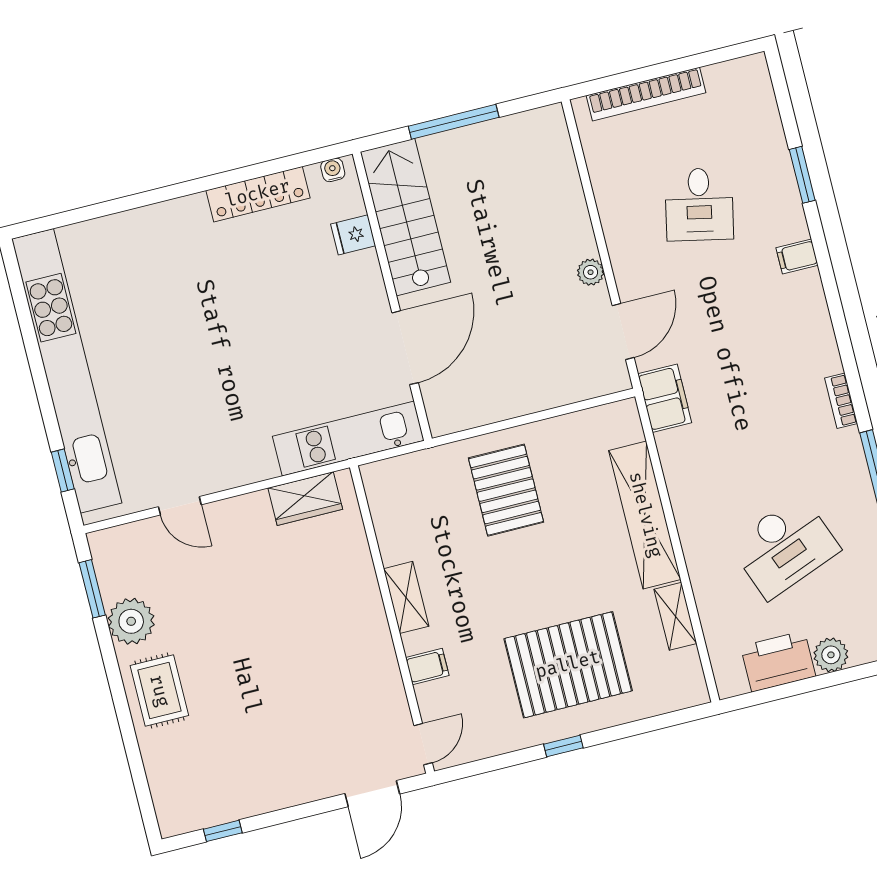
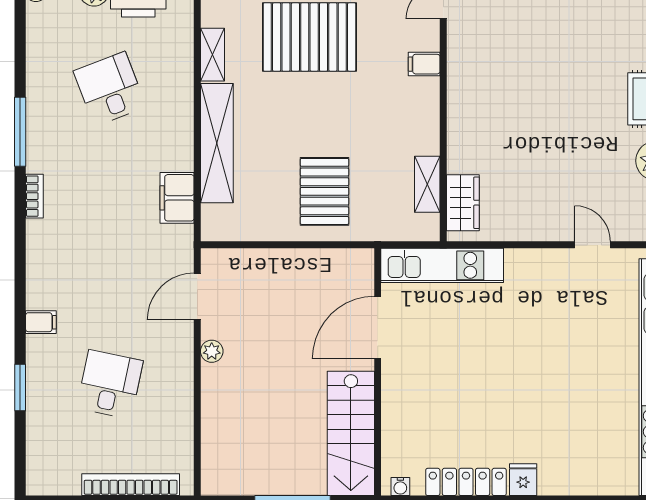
fridge: (353, 235) -> (523, 480), moved, turned -90
filing cabinet: (665, 398) -> (177, 198), moved
wardrobe: (305, 499) -> (463, 203), moved, turned 90
desk: (785, 547) -> (110, 89), width x0.73
shelving: (406, 597) -> (427, 184), moved

